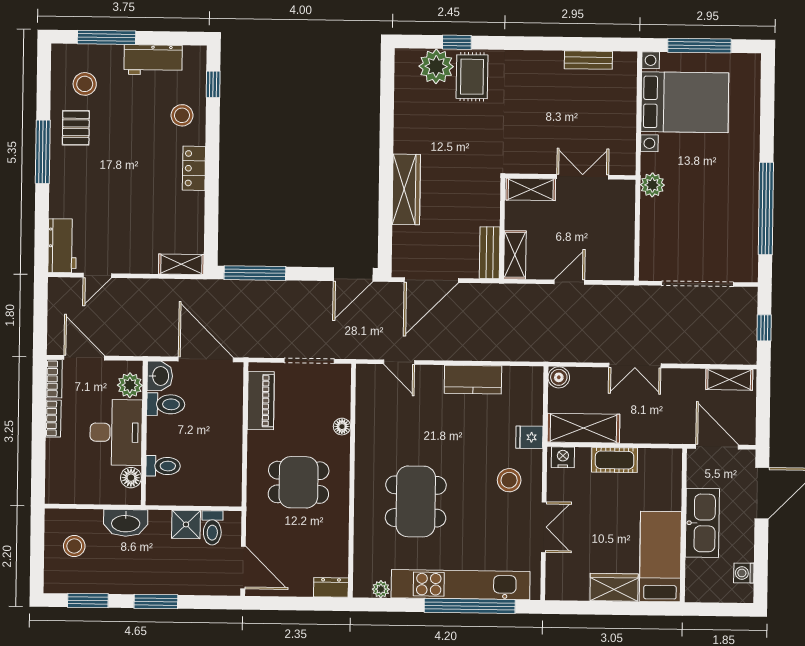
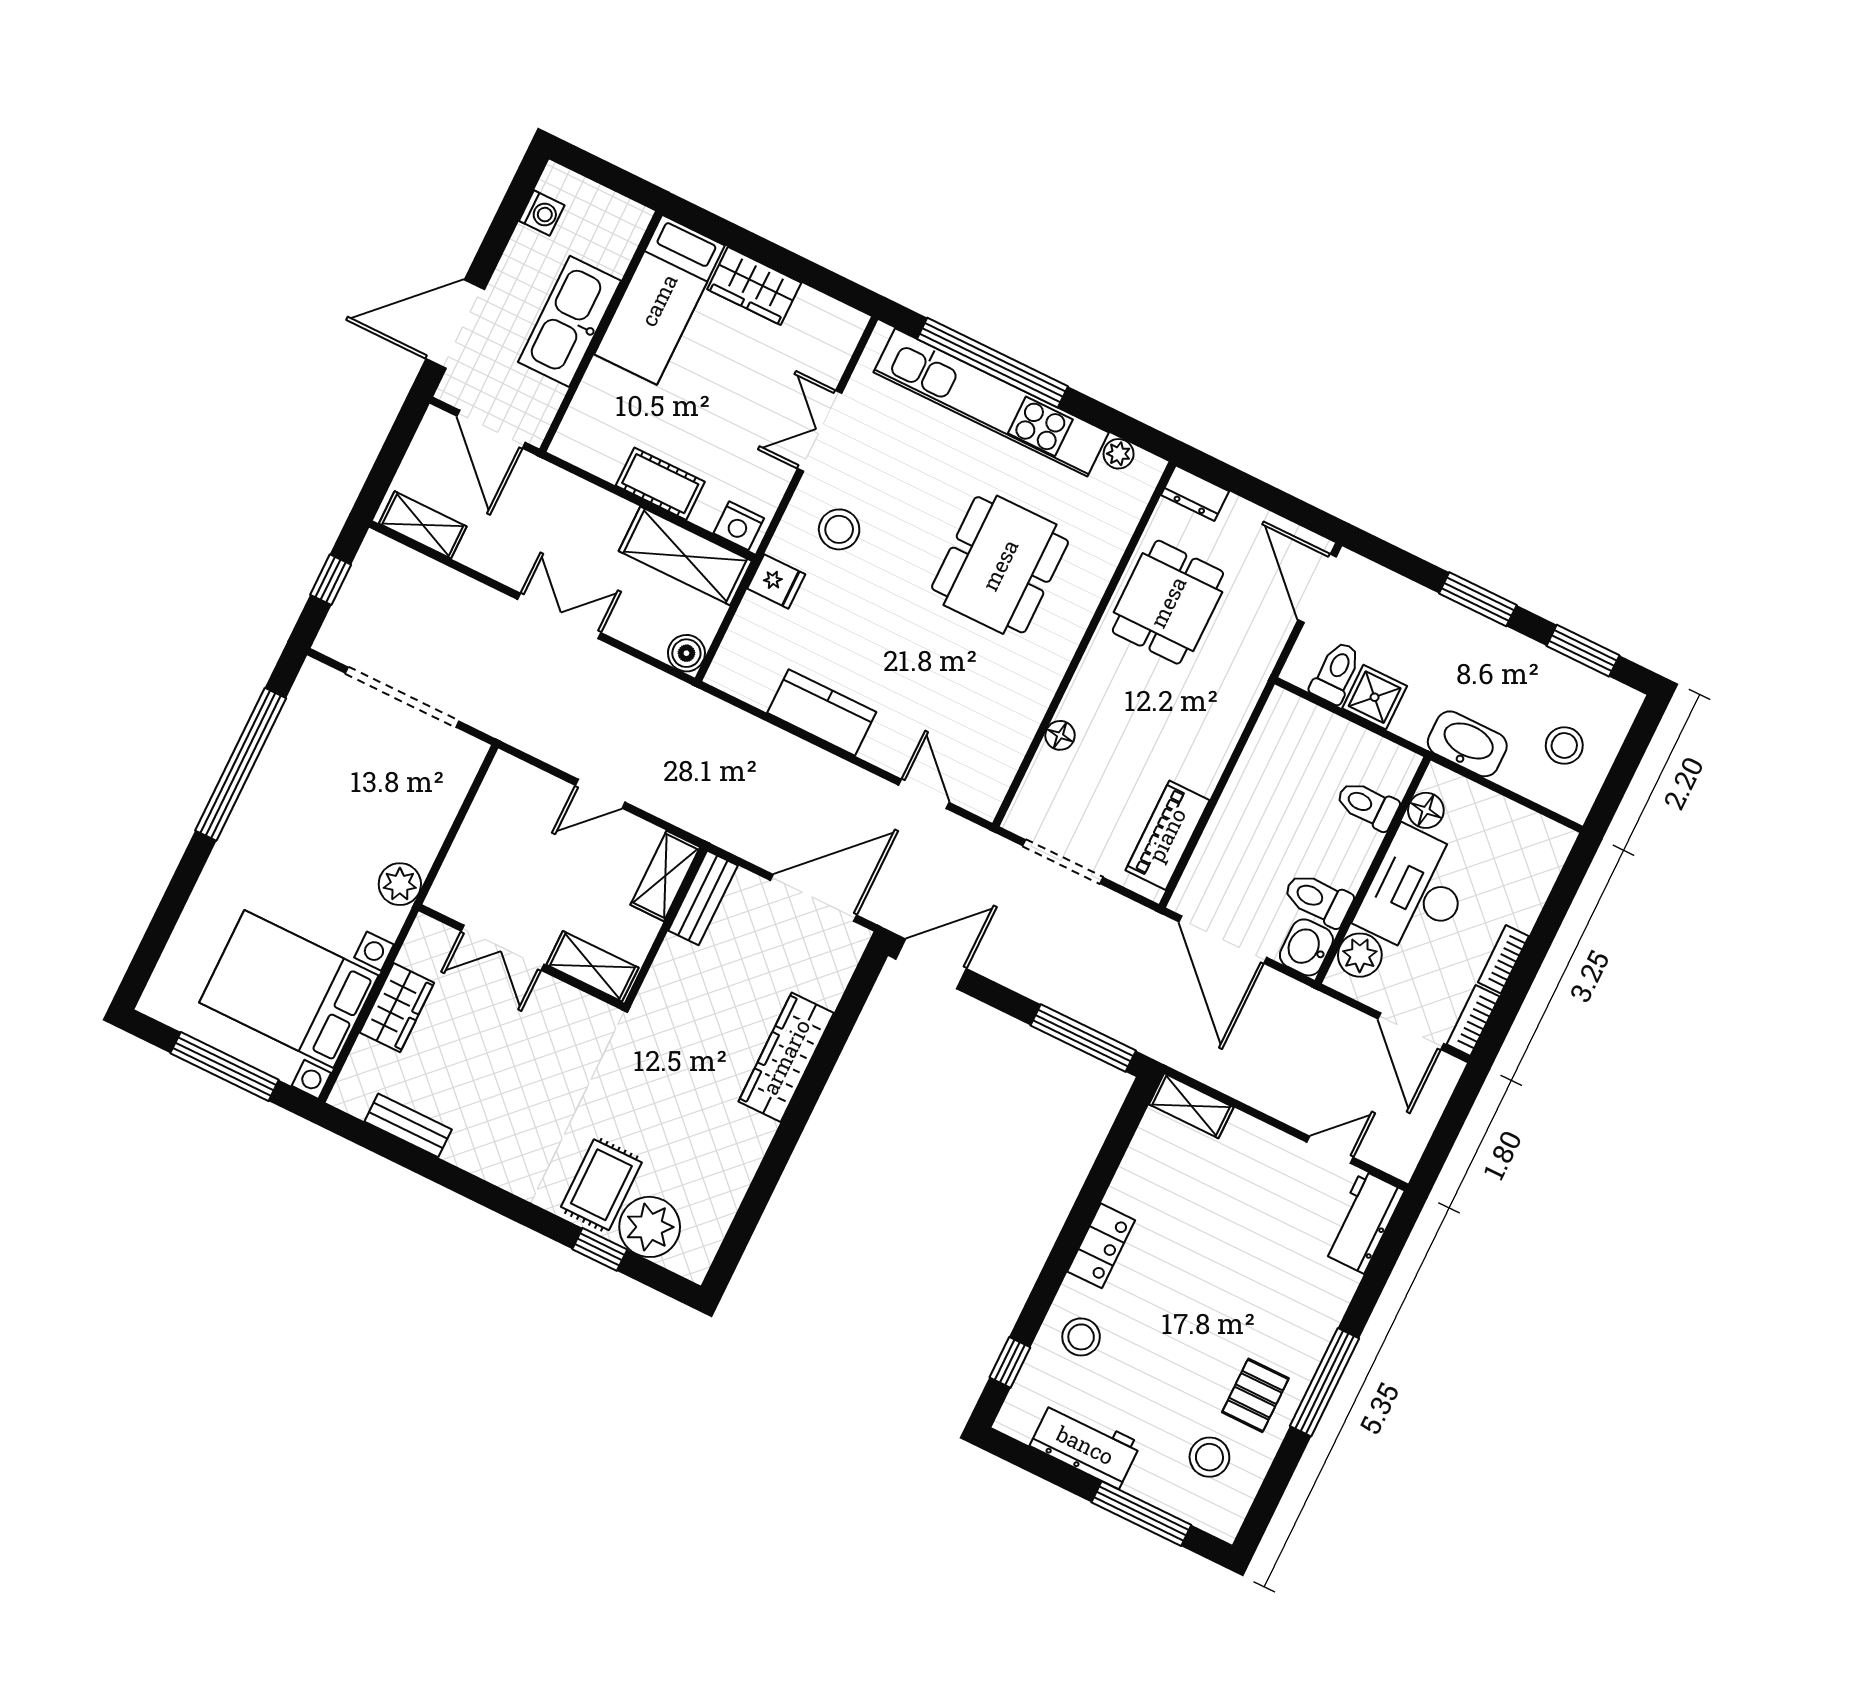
wardrobe: (623, 119) -> (397, 1008), added
dining table: (299, 482) -> (1168, 602), moved, turned 90

